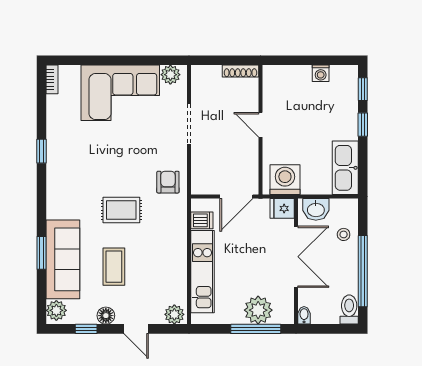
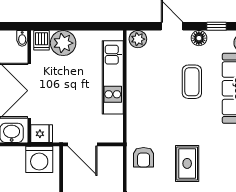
door: (236, 196) -> (83, 144), swing flipped
rug: (121, 210) -> (187, 163), moved, turned 90
dishwasher: (202, 220) -> (42, 40), moved, turned -90
window: (256, 329) -> (65, 26), removed

